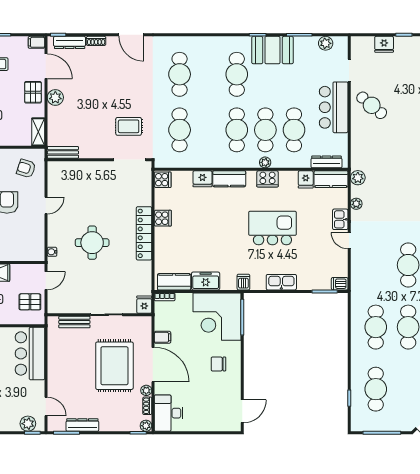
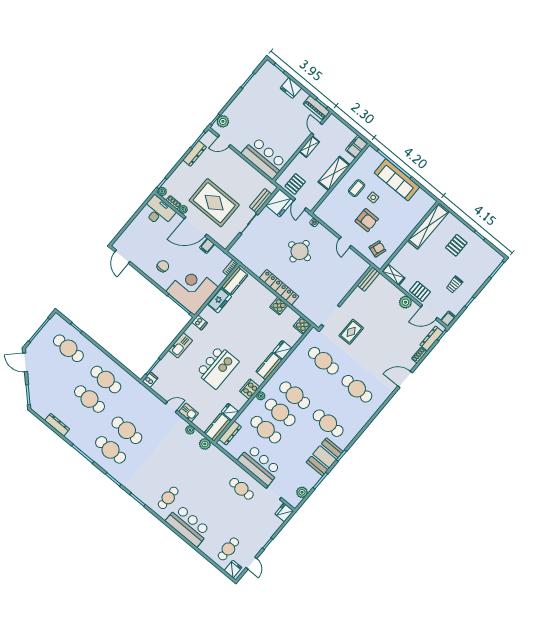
fridge: (384, 44) -> (284, 512), moved
cafe table: (372, 105) -> (241, 489), turned 50
fridge: (144, 305) -> (280, 203), moved, width x1.88, depth x1.34

